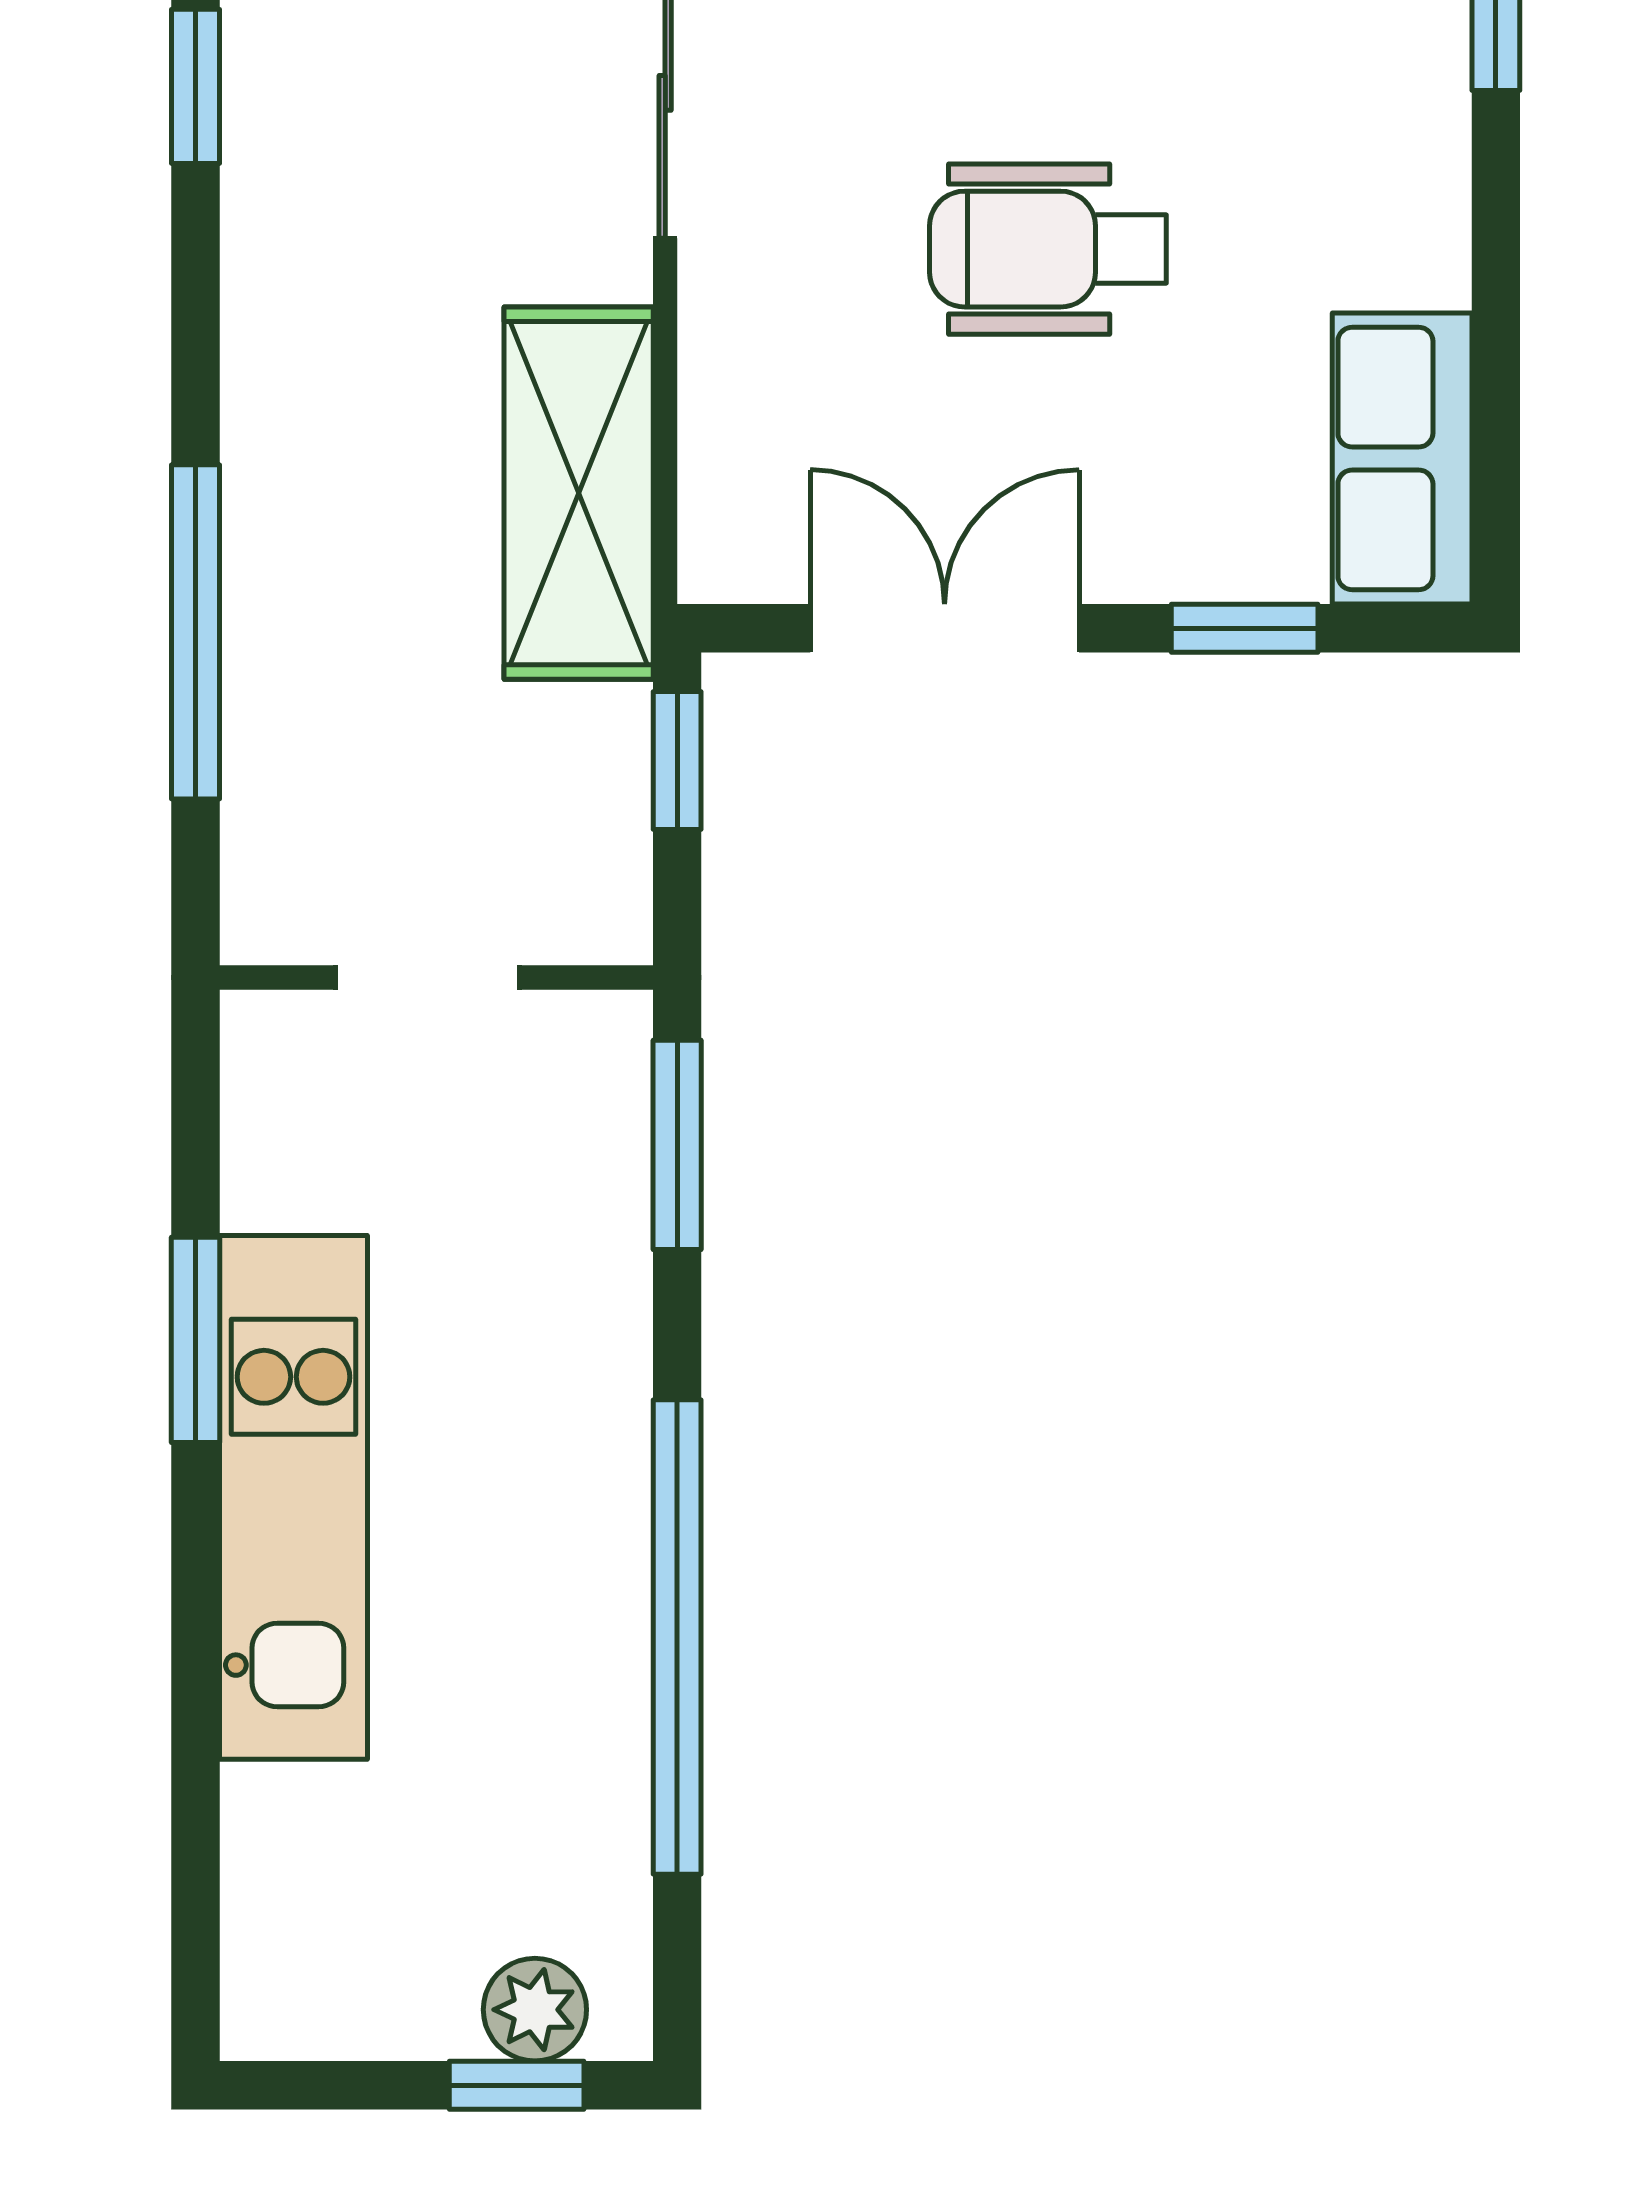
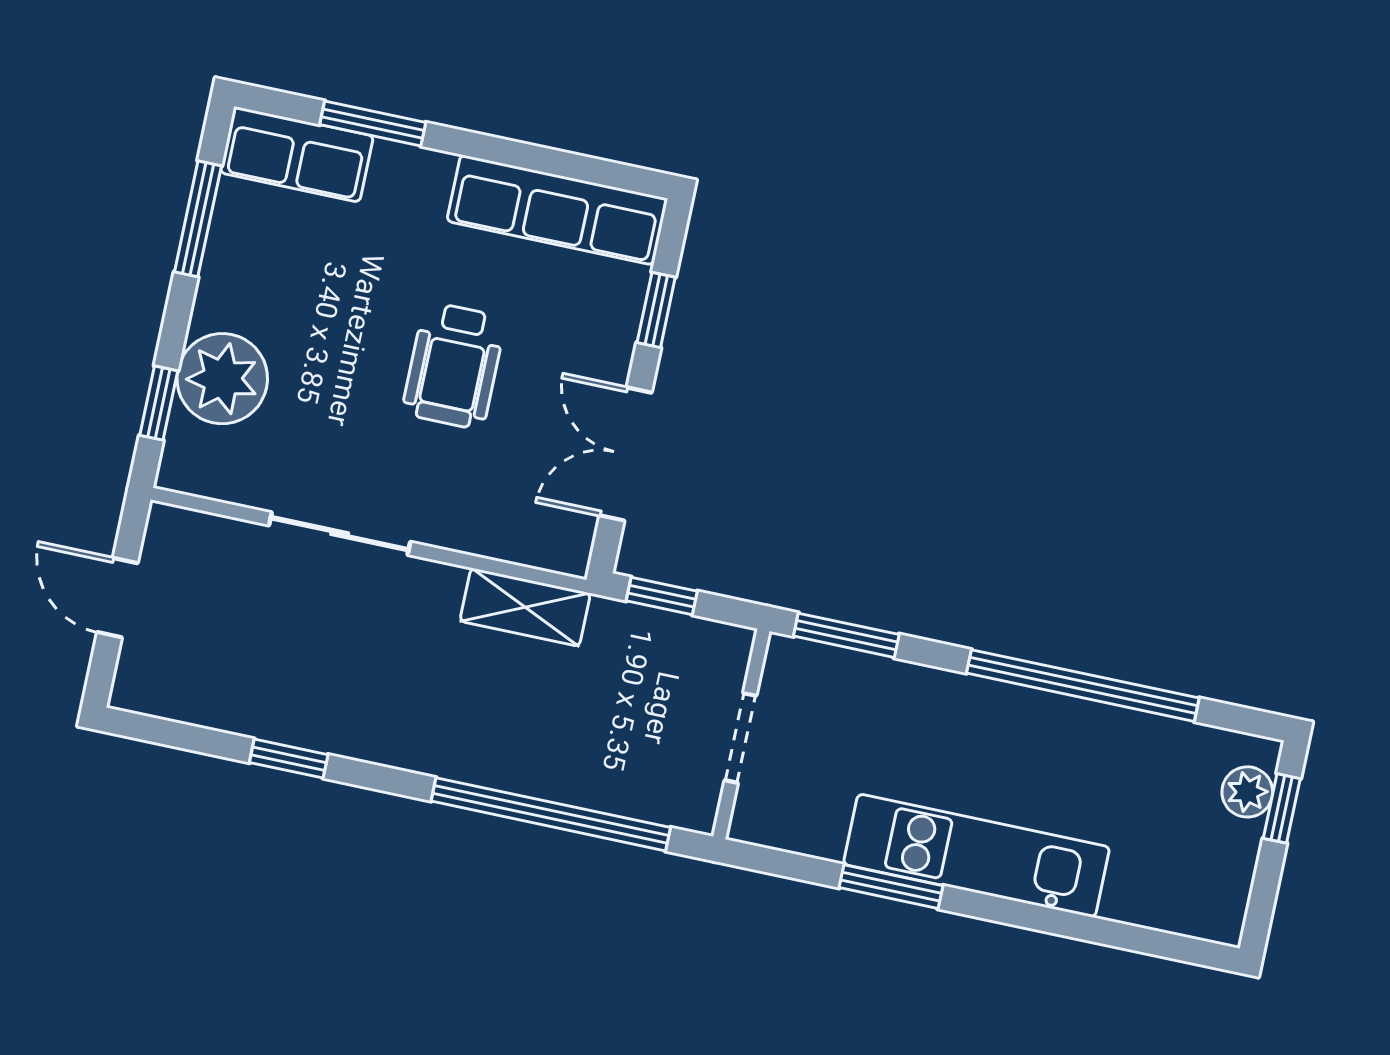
row of seats: (1402, 459) -> (557, 210), width x1.48
shelving: (579, 493) -> (525, 607), width x0.67, depth x0.75
window: (196, 632) -> (551, 814), width x1.46

